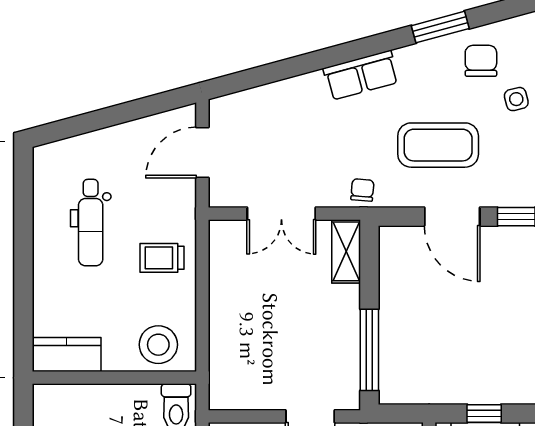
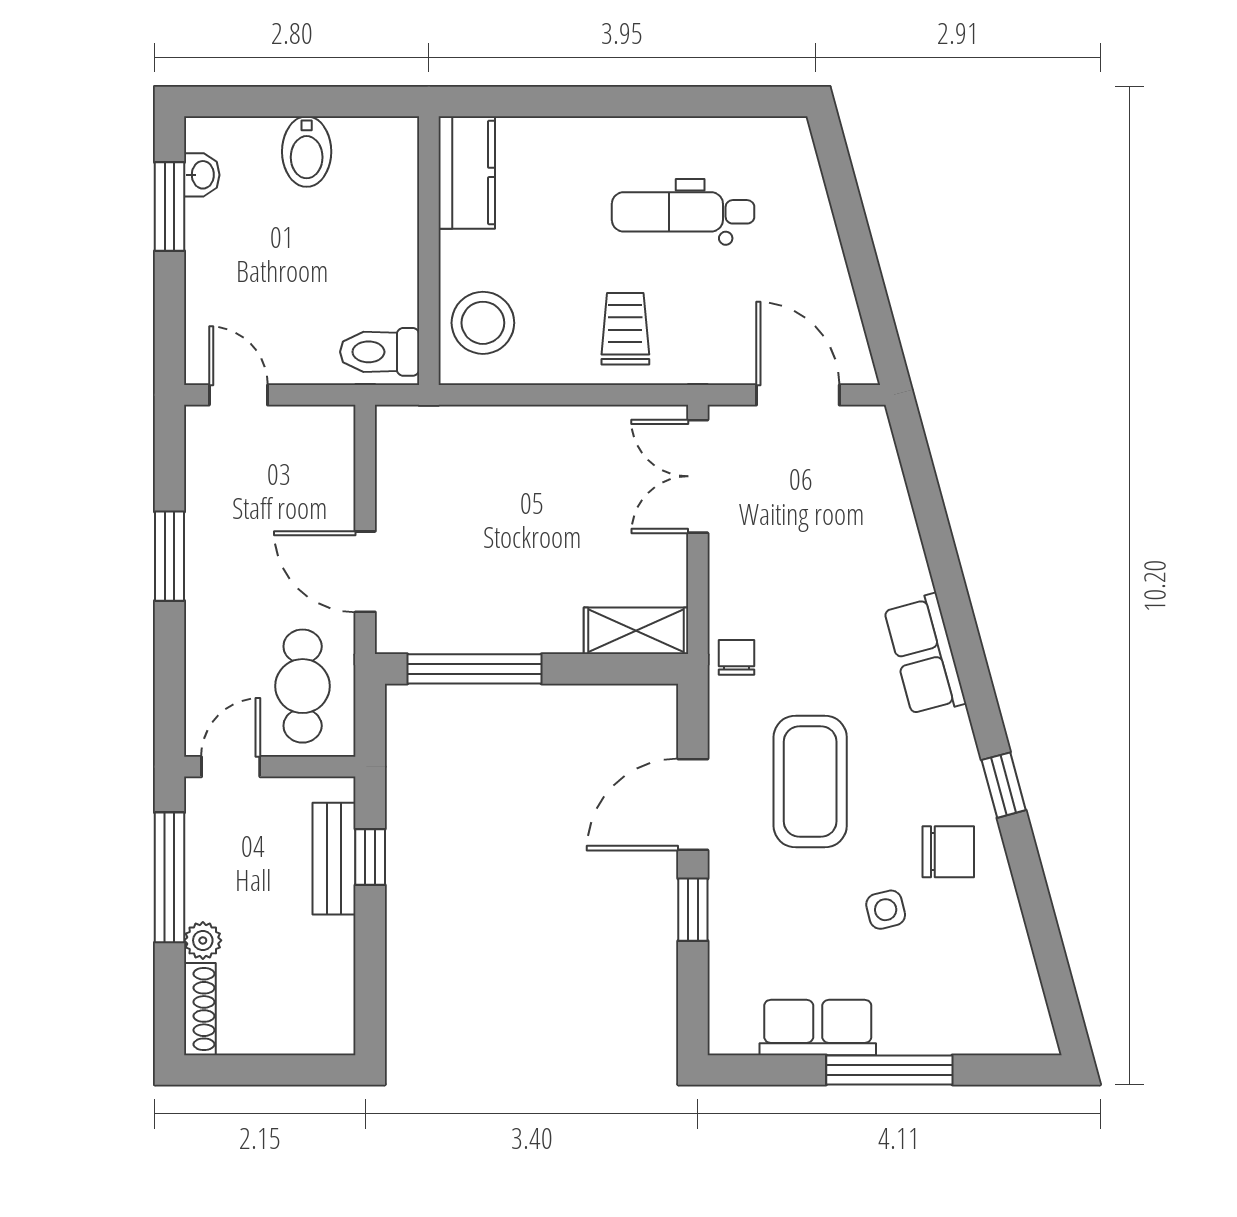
window: (440, 27) -> (1004, 785), width x0.67
chair: (362, 190) -> (737, 657), turned -95
double door: (281, 214) -> (698, 476), moved

